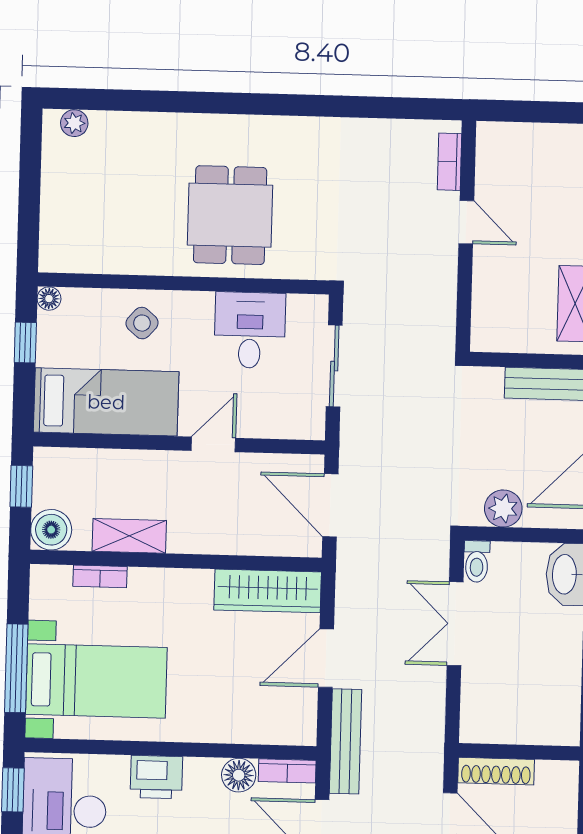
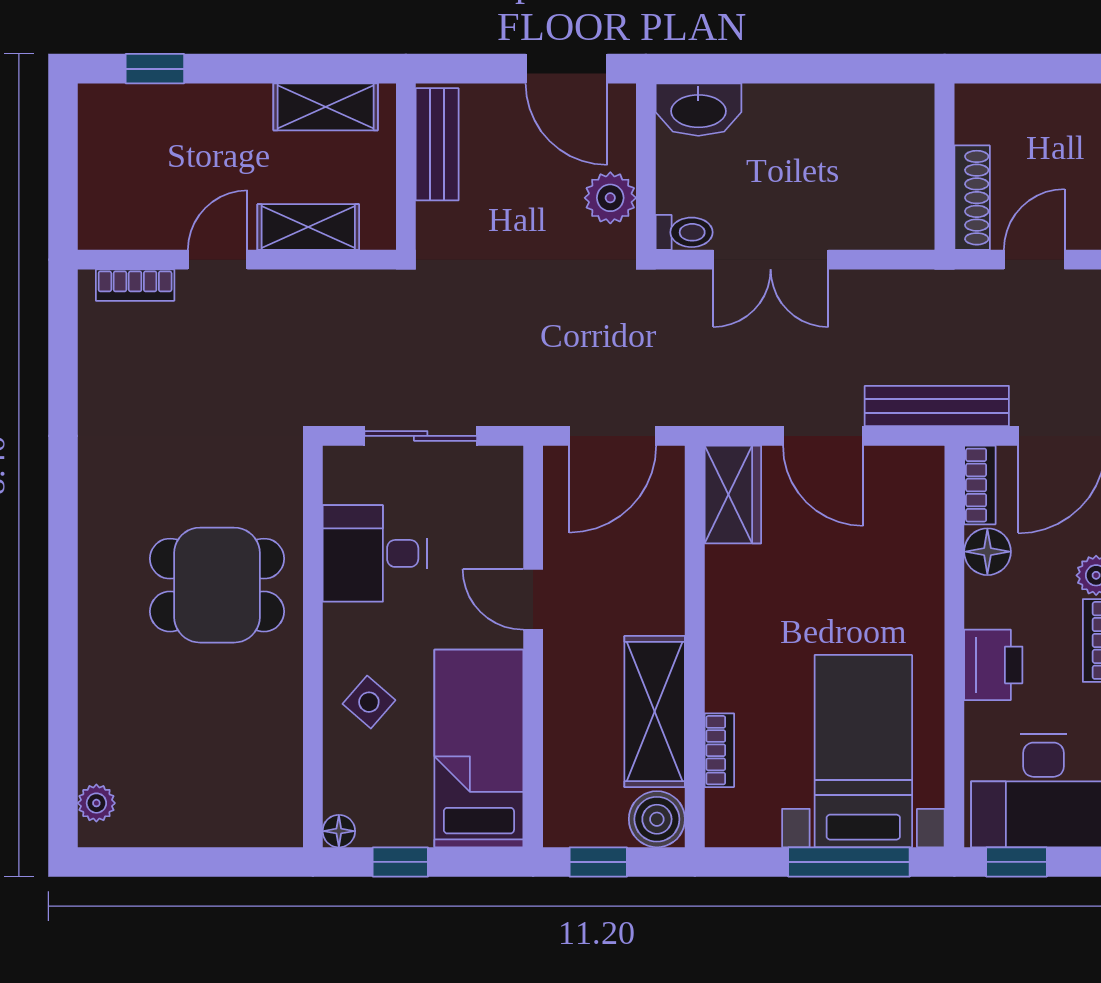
shelving: (488, 289) -> (308, 227), added
shelving: (129, 536) -> (655, 712), width x1.50, depth x1.33
wardrobe: (268, 591) -> (733, 495), width x0.67

